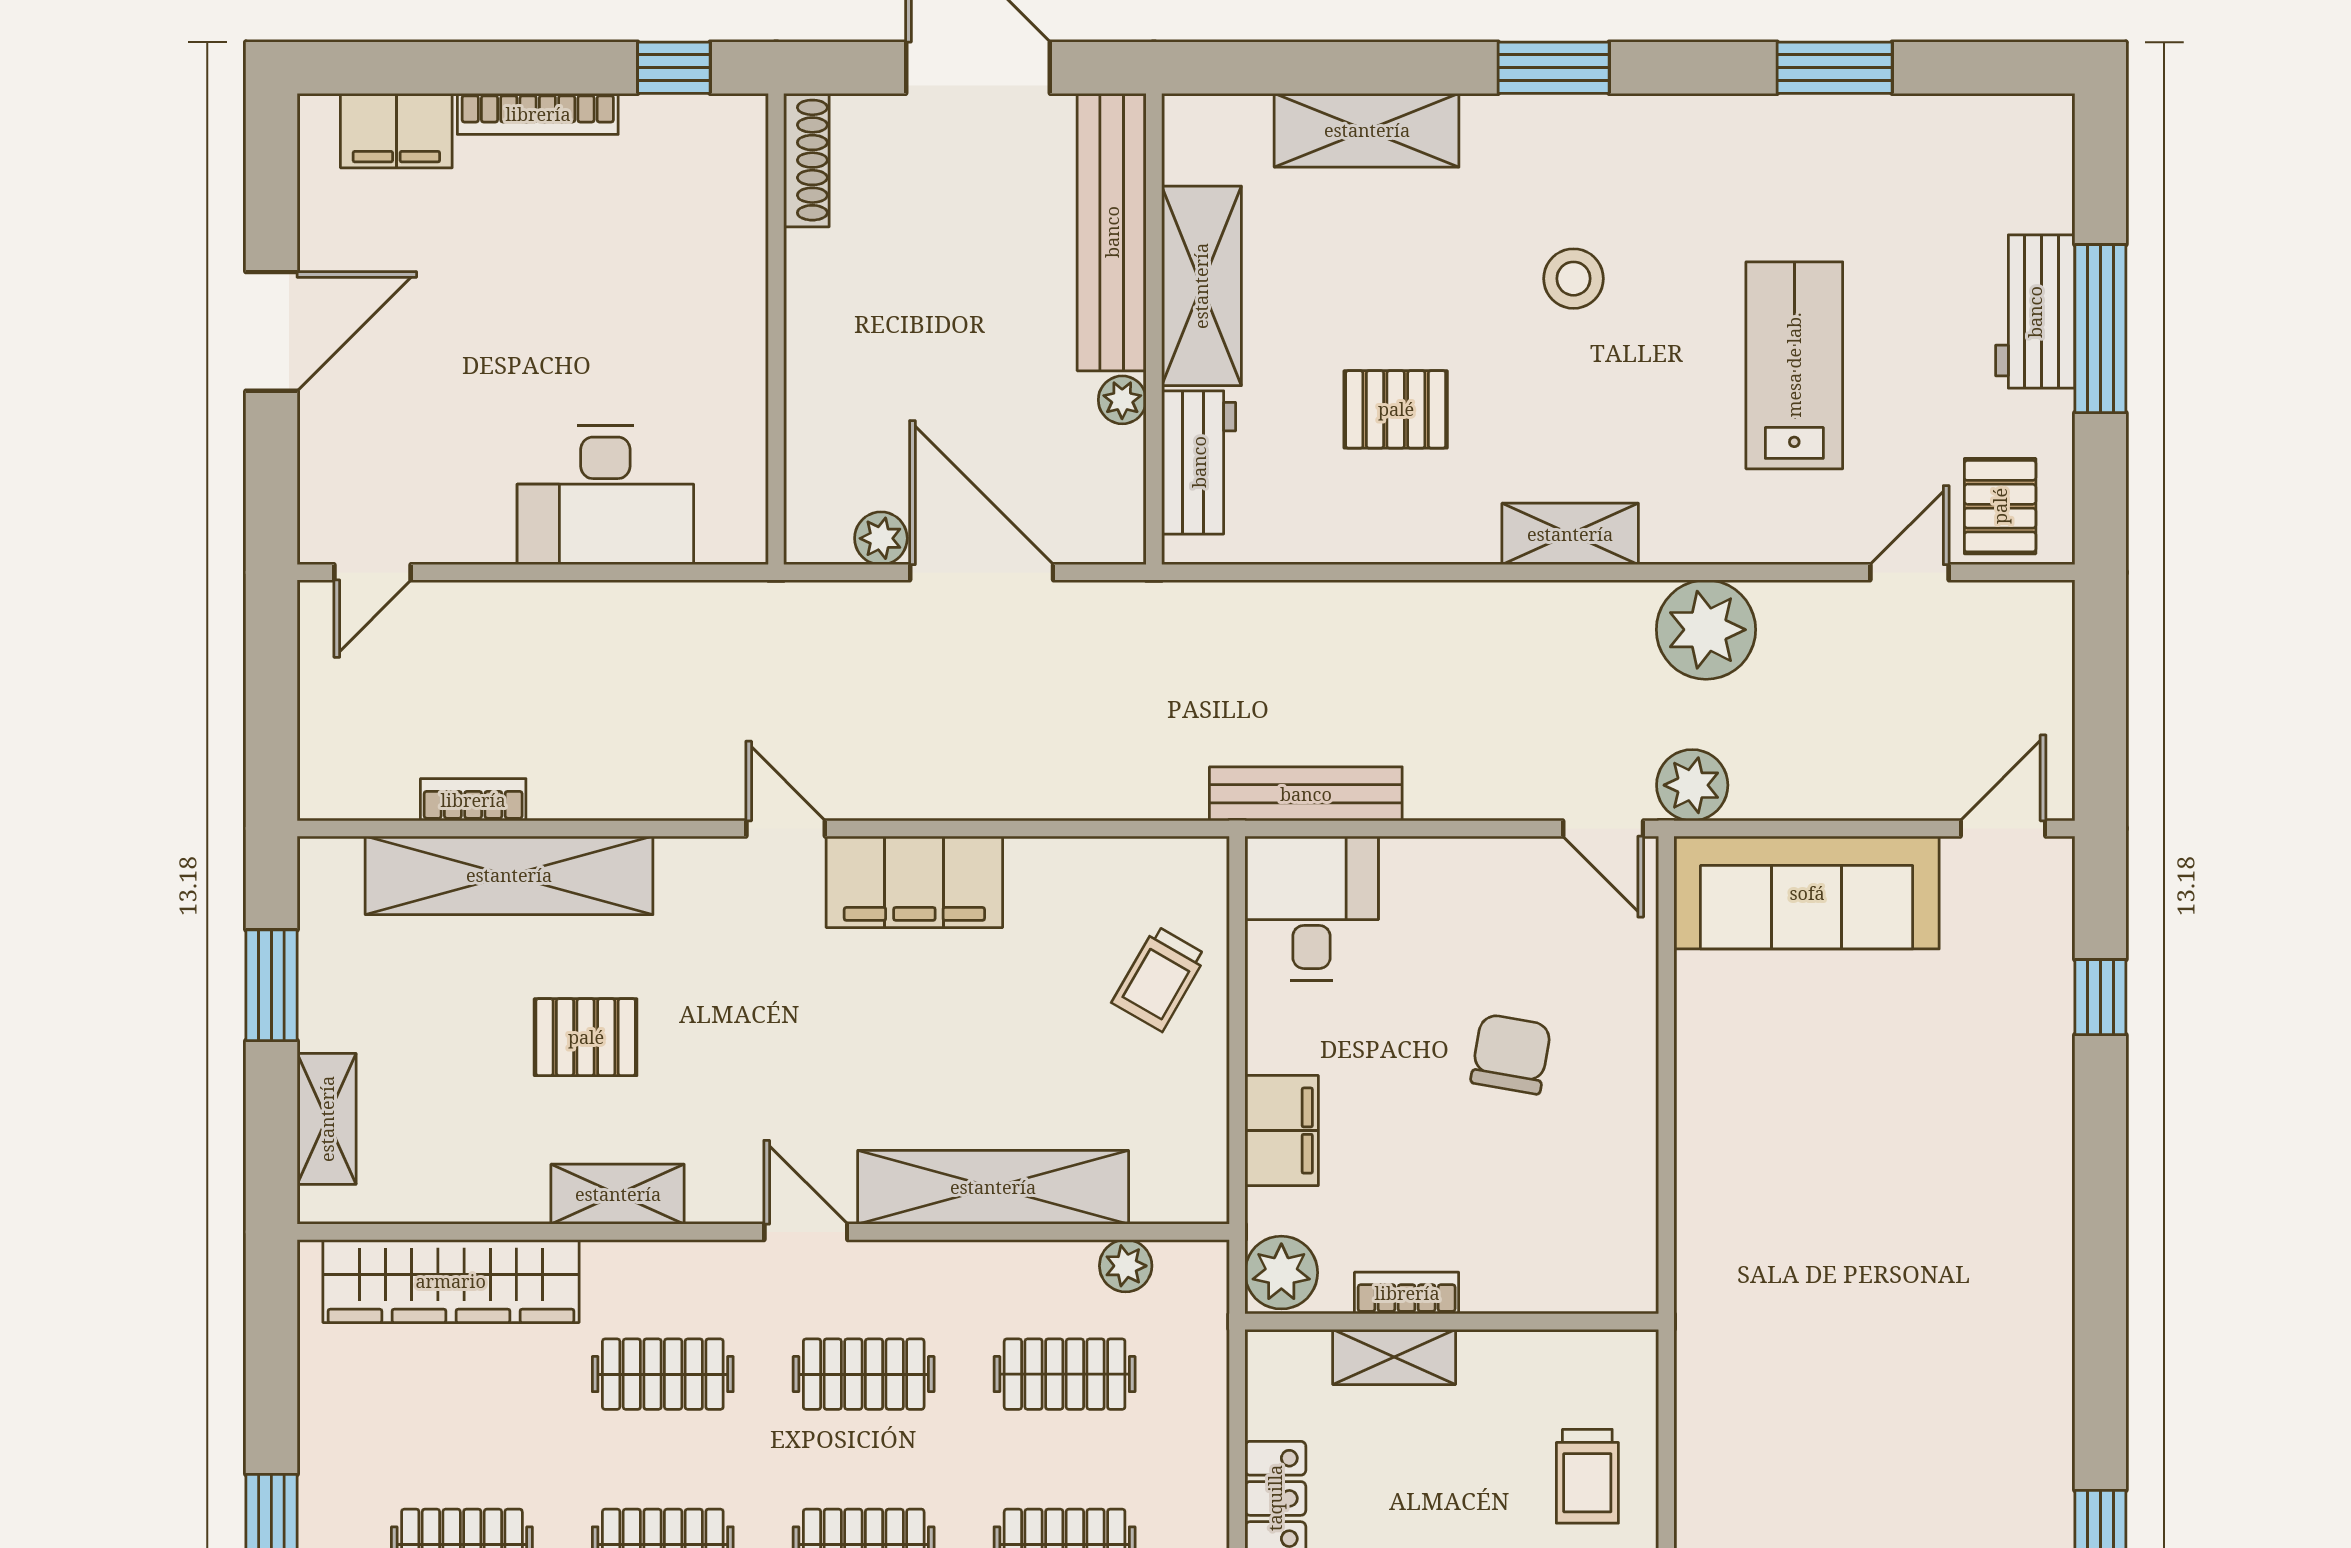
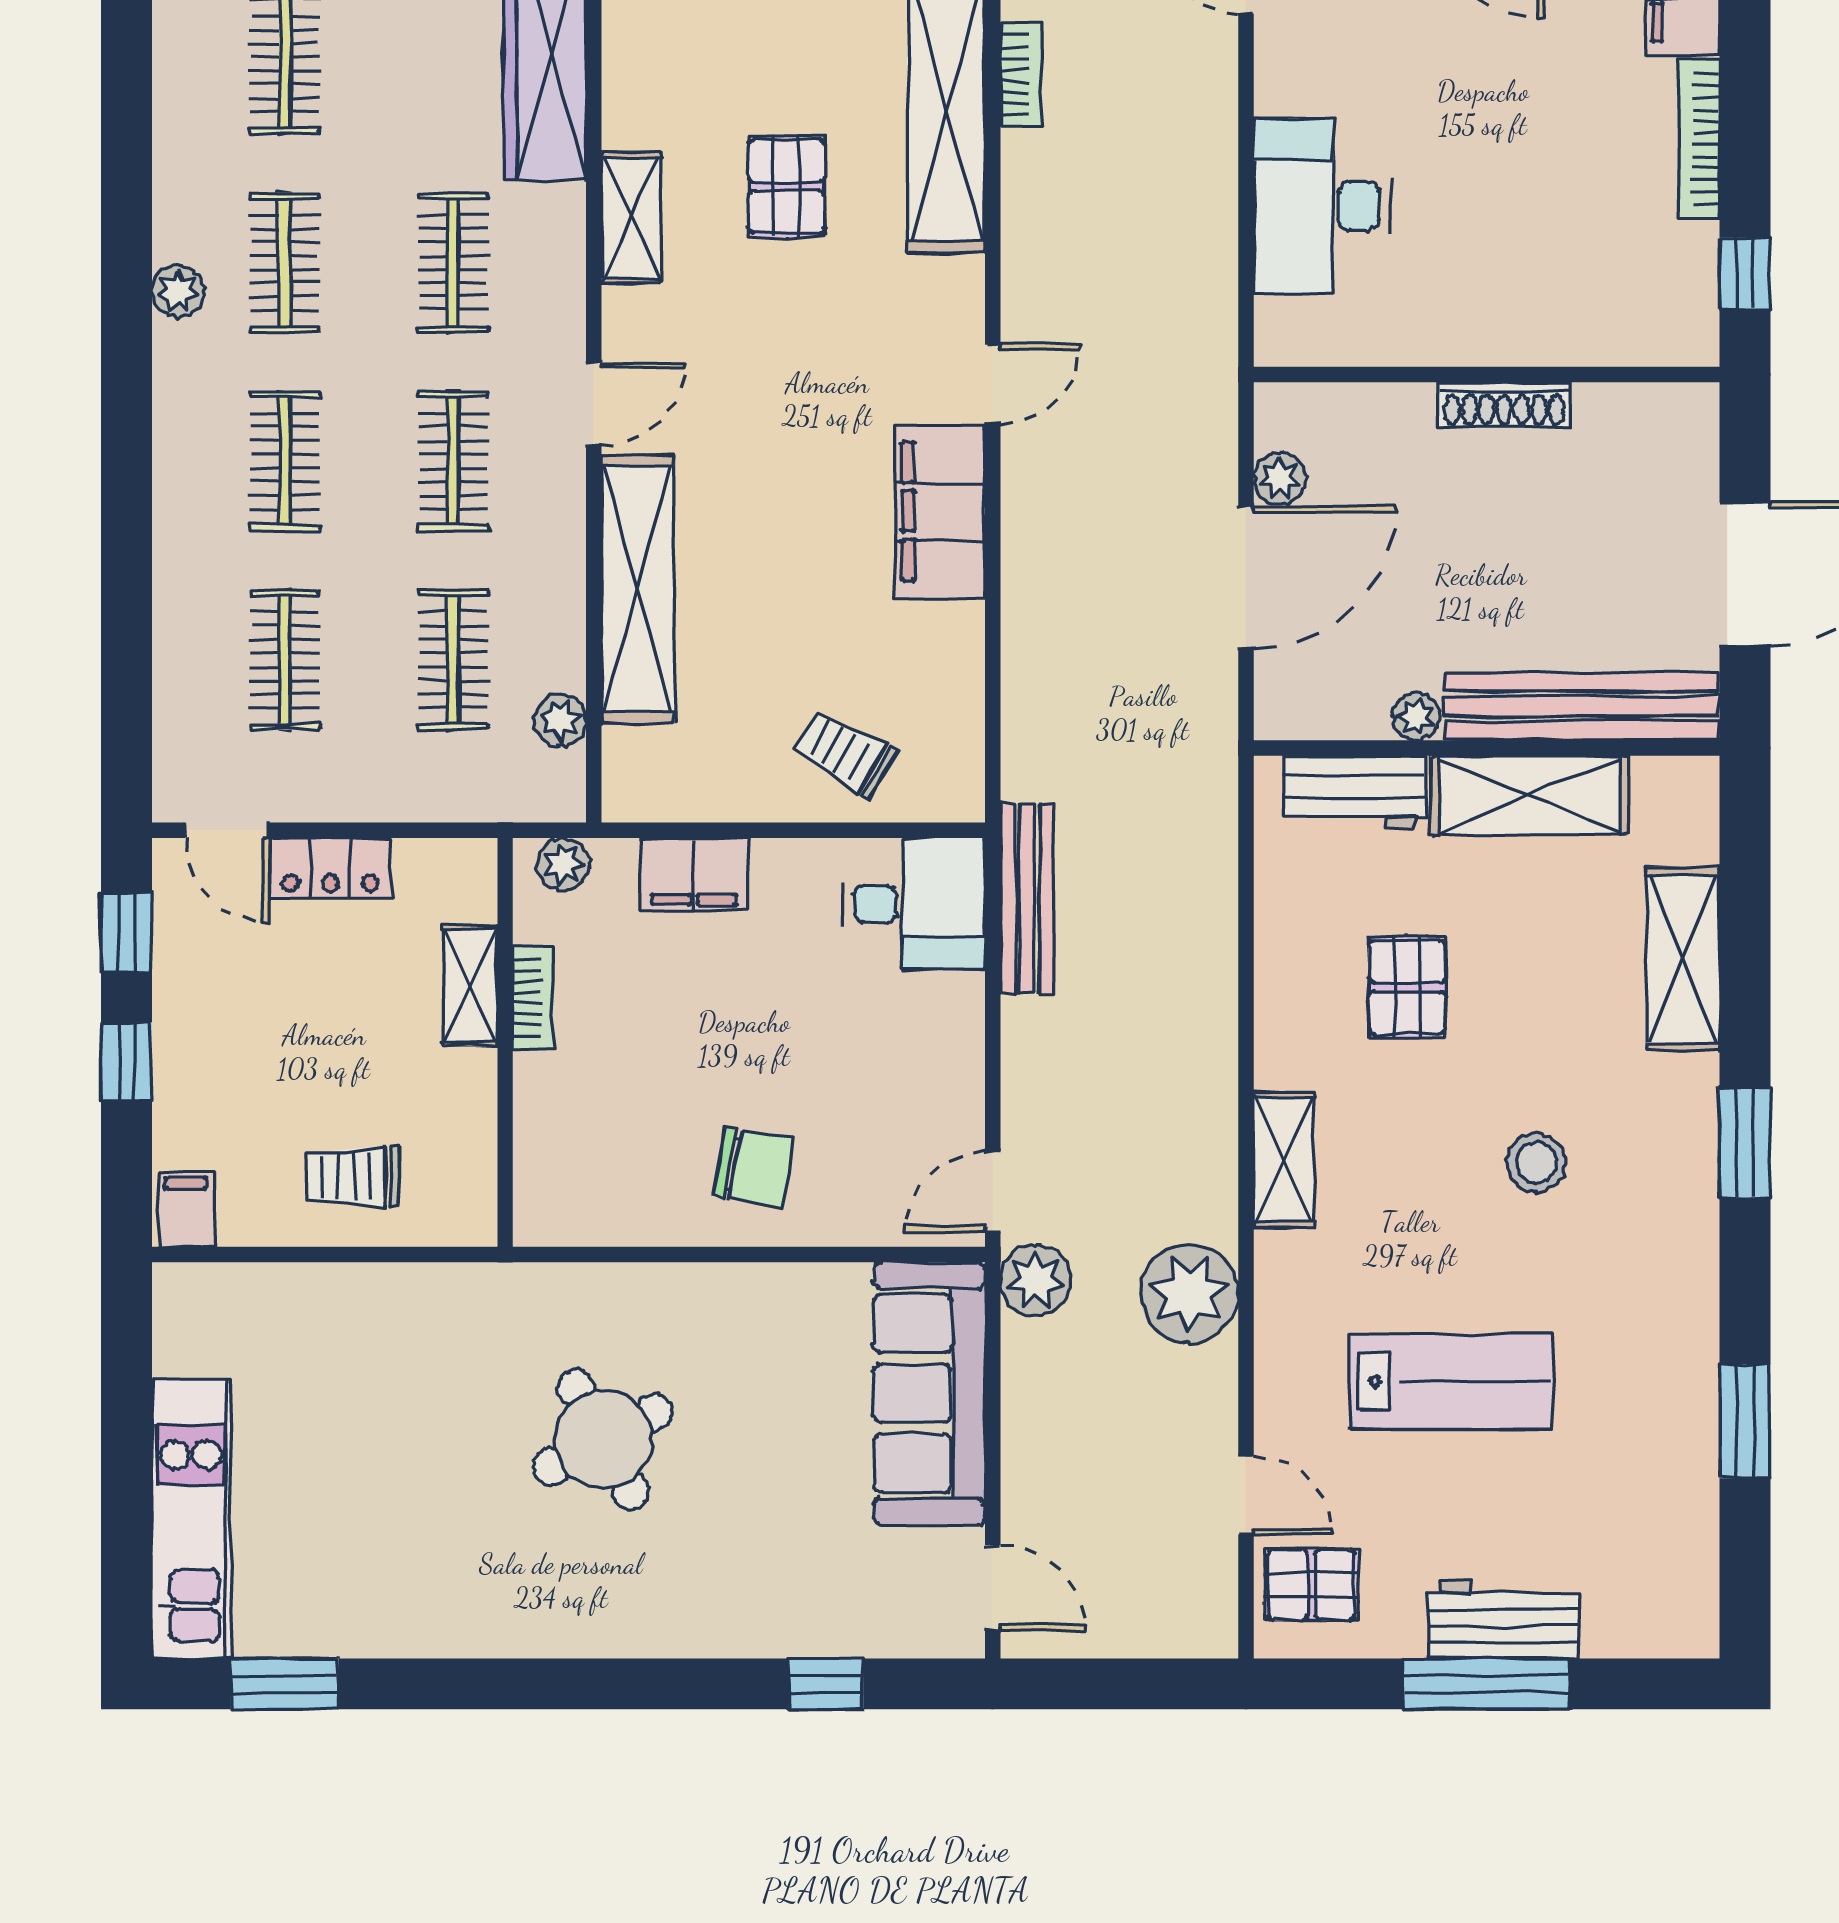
shoe rack: (806, 160) -> (1504, 404), moved
chair: (1511, 1054) -> (754, 1167), moved
round table: (1853, 1222) -> (603, 1439), added
plant: (1281, 1273) -> (563, 864), width x0.73, depth x0.73

